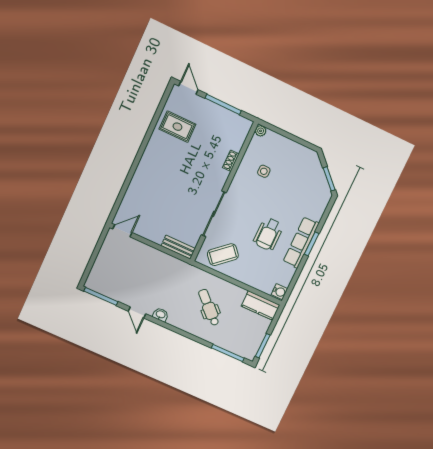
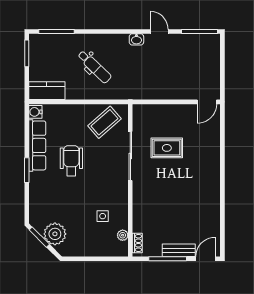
door: (188, 88) -> (205, 259), swing flipped
rug: (177, 127) -> (167, 148), moved
plant: (261, 131) -> (123, 235), moved
shoe rack: (231, 161) -> (137, 243), moved
plant: (314, 175) -> (55, 234), added
row of seats: (301, 242) -> (37, 145), moved
bench: (178, 247) -> (179, 250), moved

